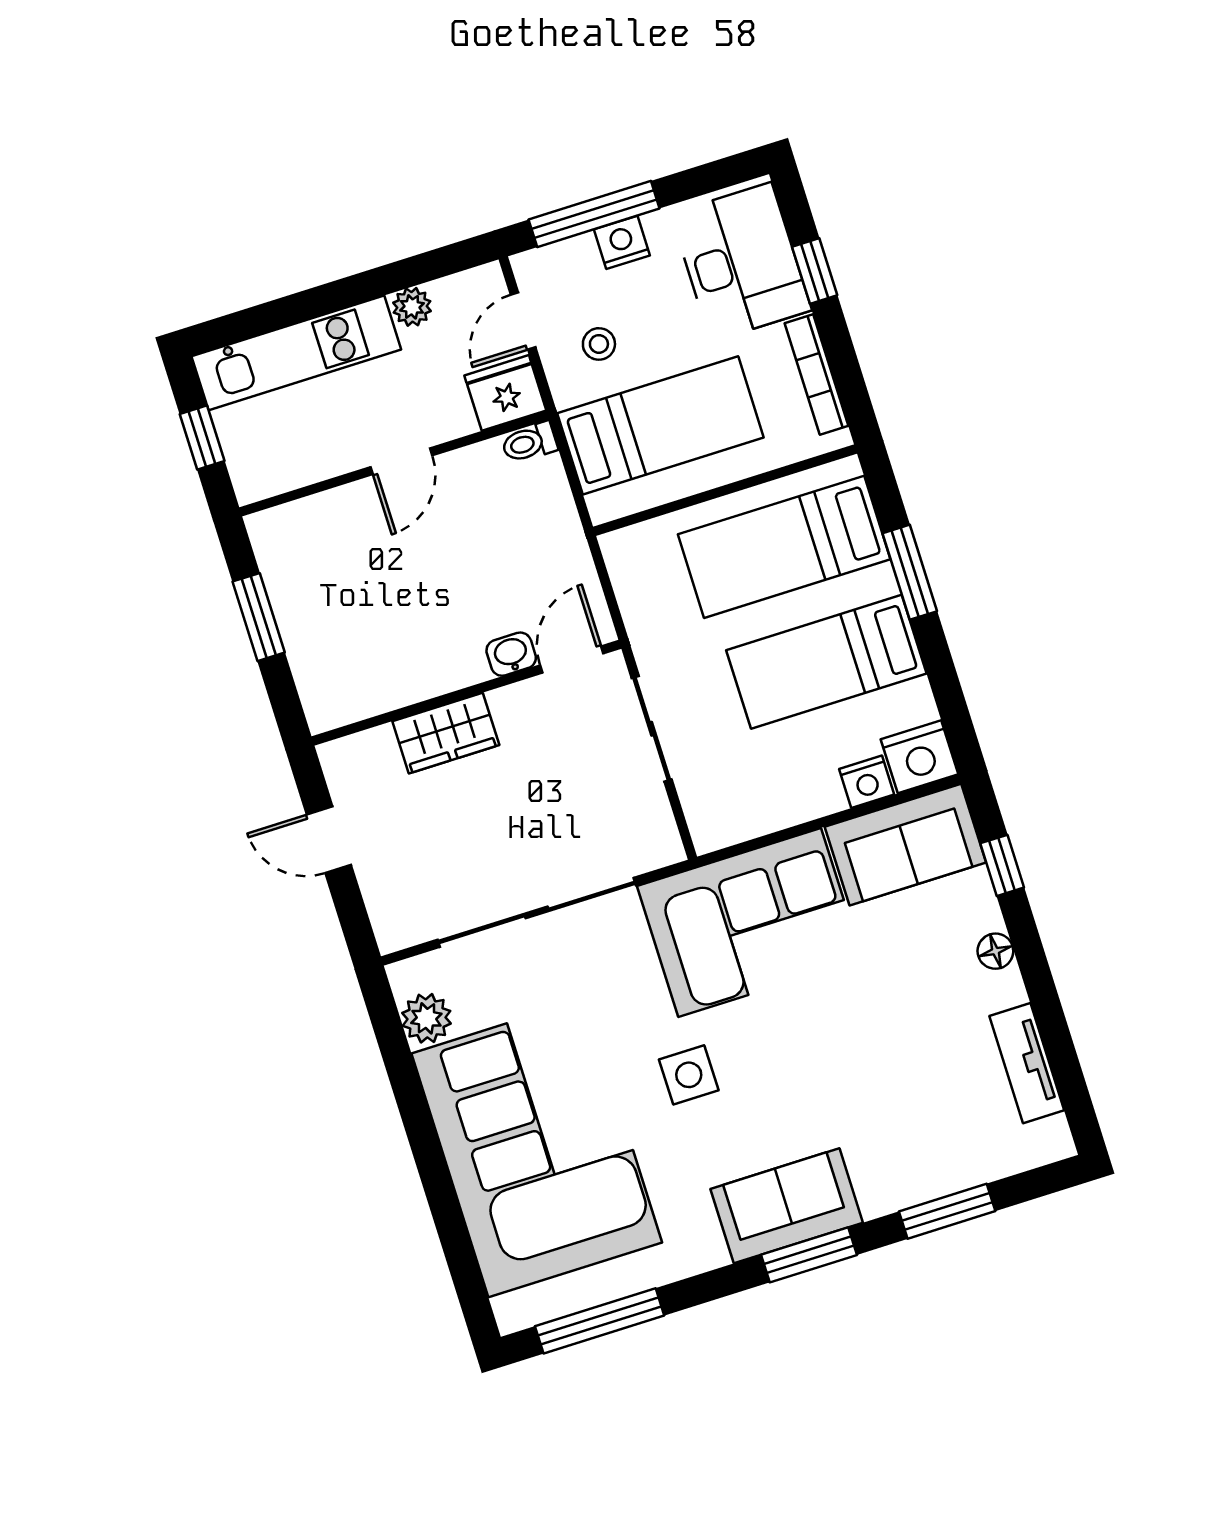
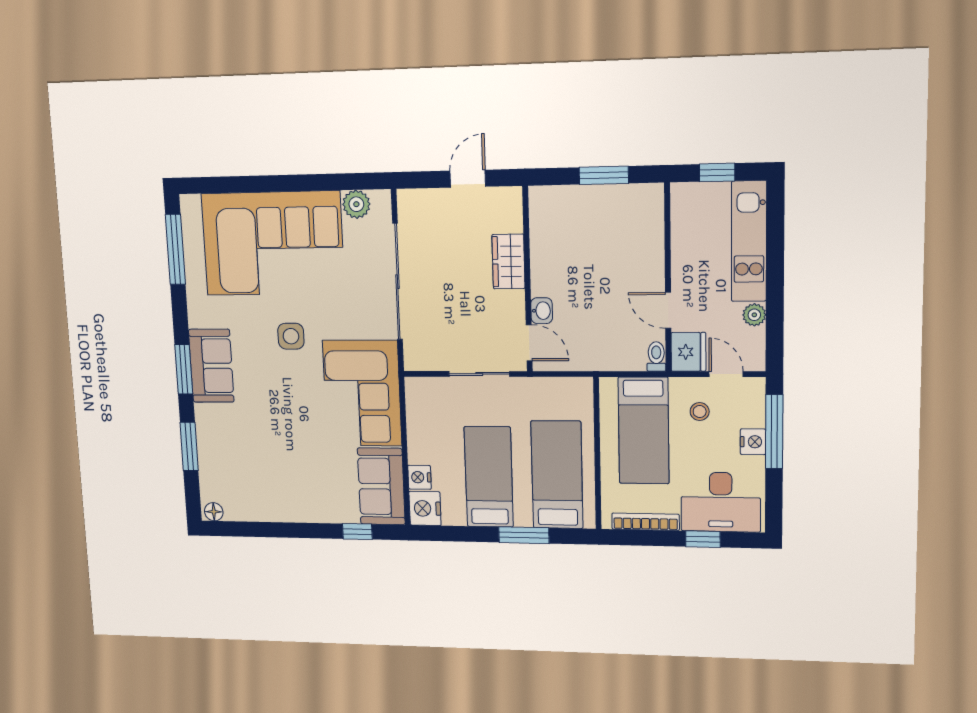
door: (401, 461) -> (668, 310), moved
floor lamp: (995, 951) -> (214, 512), moved
tv unit: (1027, 1063) -> (254, 511), removed

